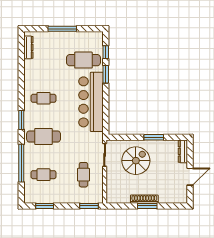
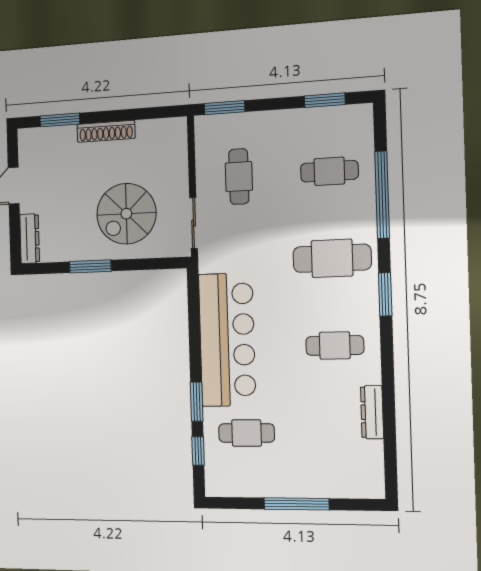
dresser: (28, 47) -> (372, 412), moved
cafe table: (83, 60) -> (247, 433), width x0.73, depth x0.74
window: (147, 206) -> (60, 120), moved

